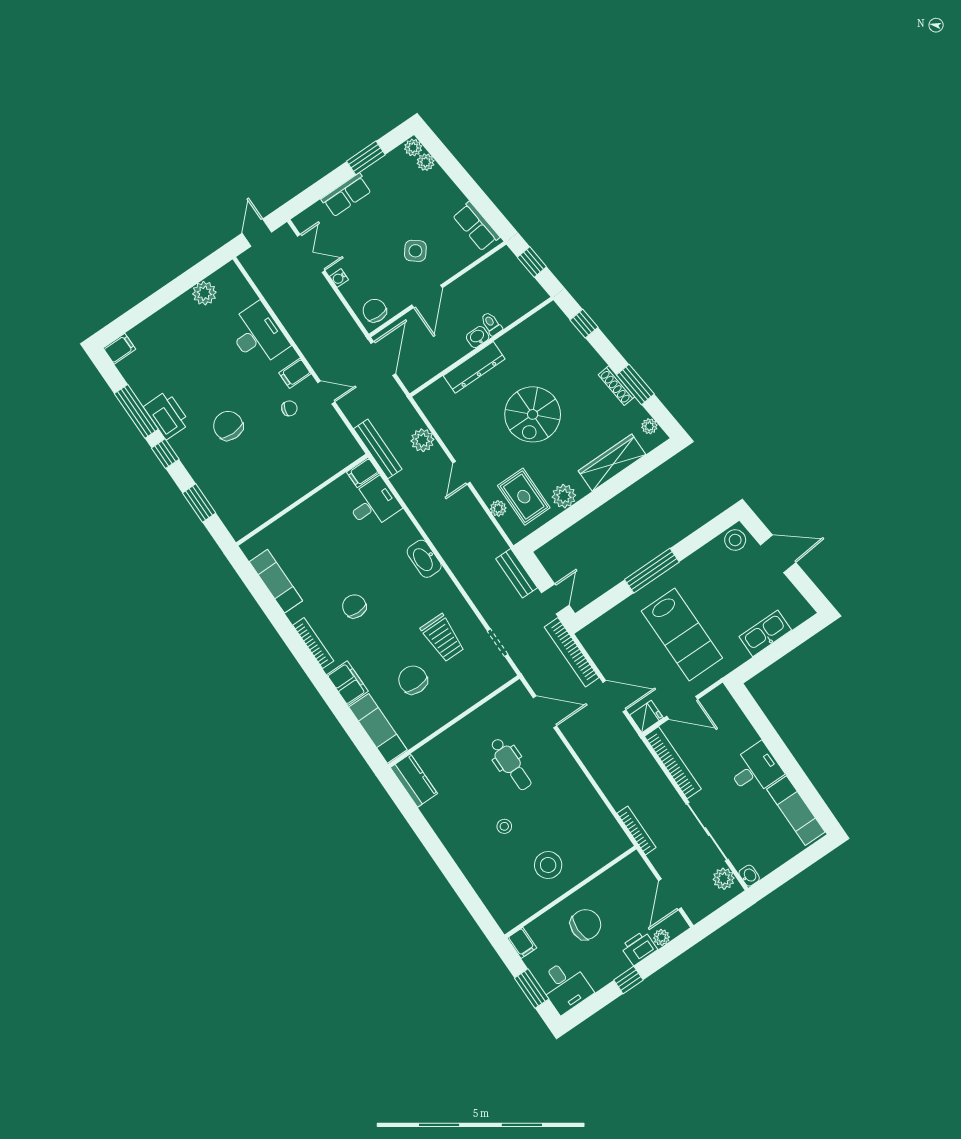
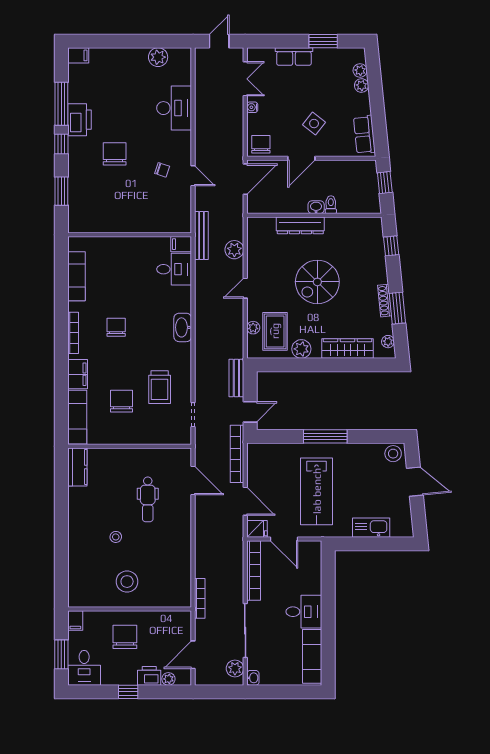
plant: (413, 148) -> (361, 86), moved
filing cabinet: (295, 373) -> (181, 149), removed
chair: (586, 925) -> (125, 637), turned -90

